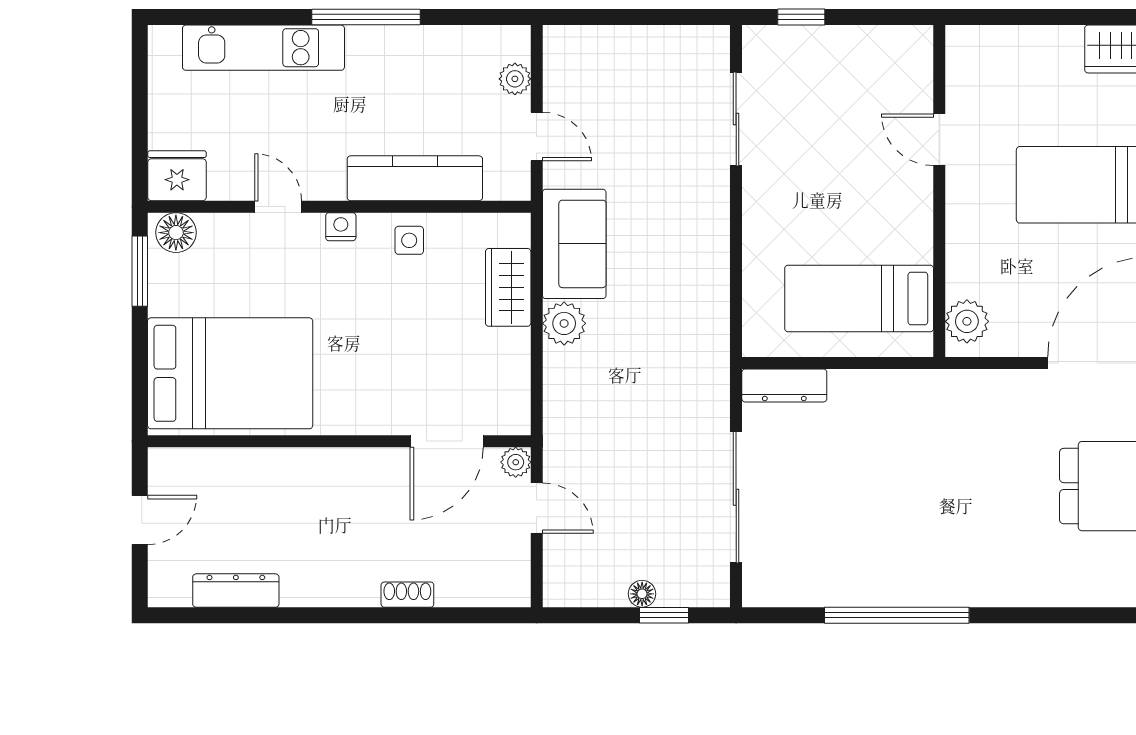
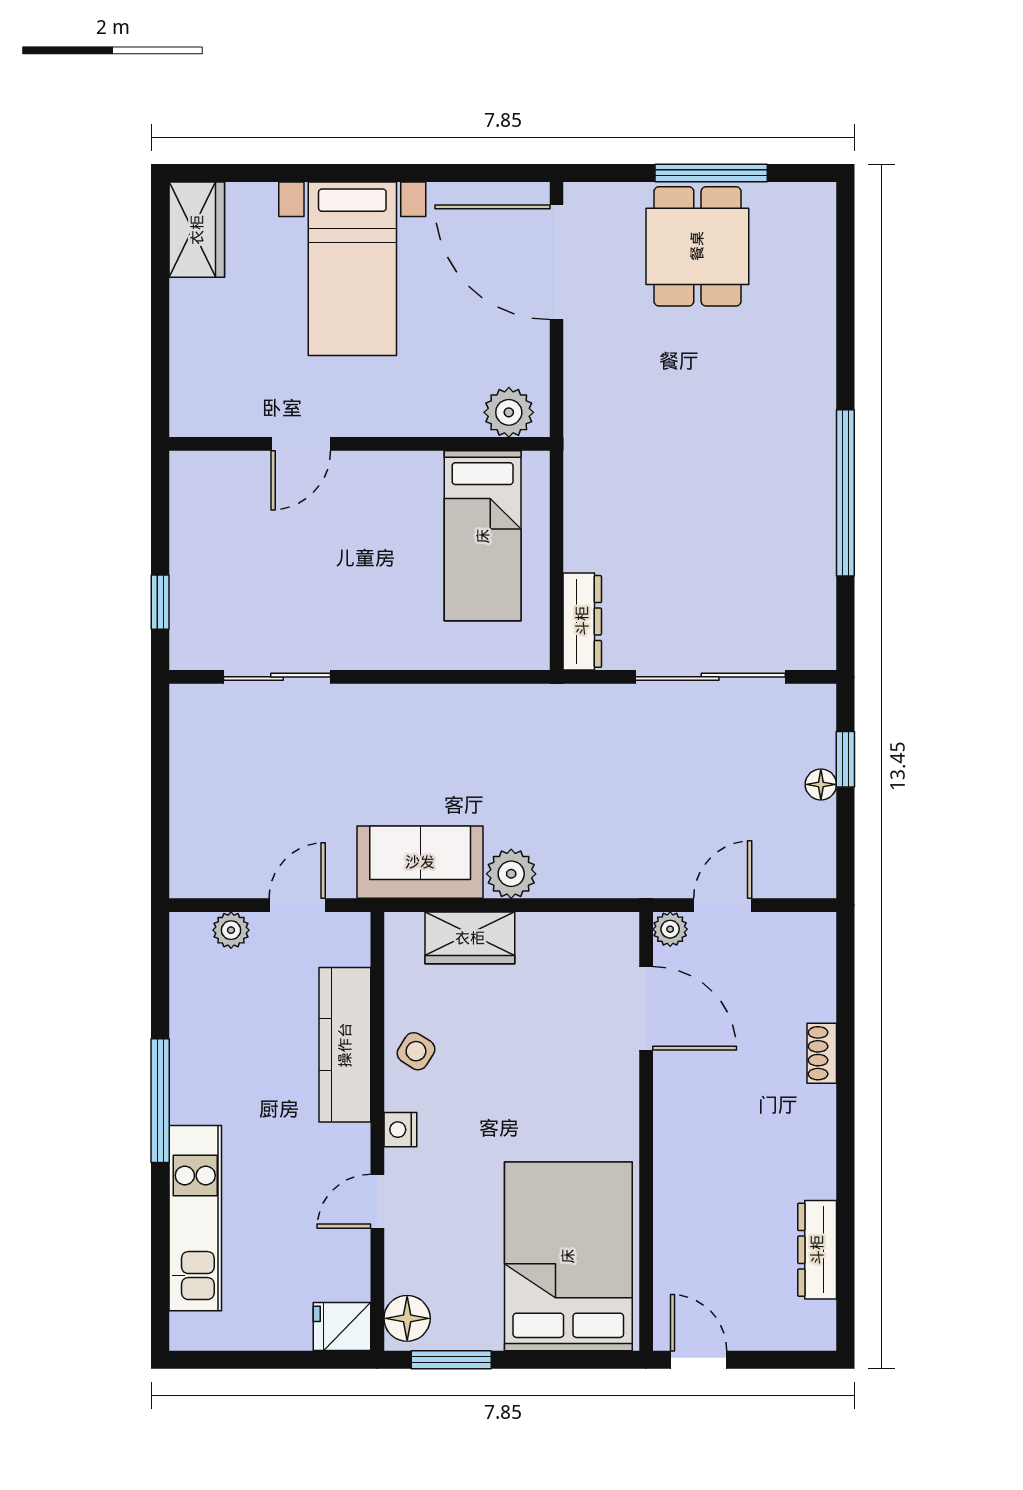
fridge: (177, 176) -> (342, 1326), width x0.72
side table: (409, 240) -> (416, 1051), turned 32
door: (140, 520) -> (699, 1360), moved

